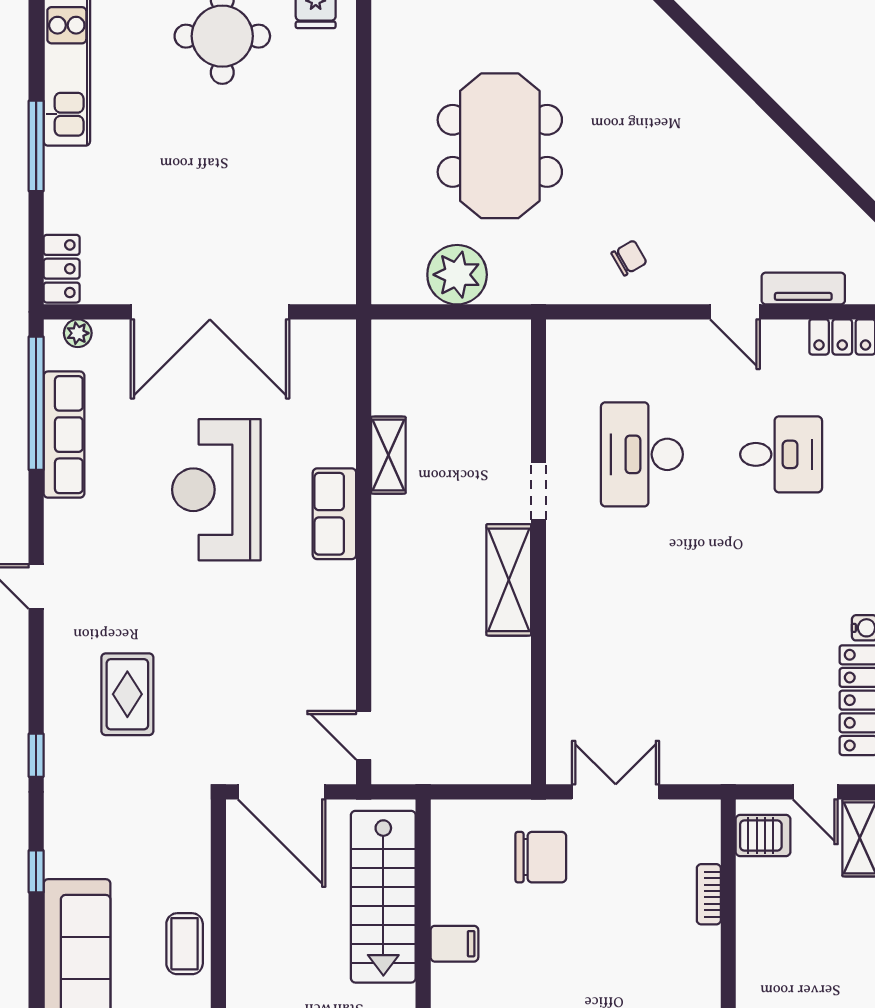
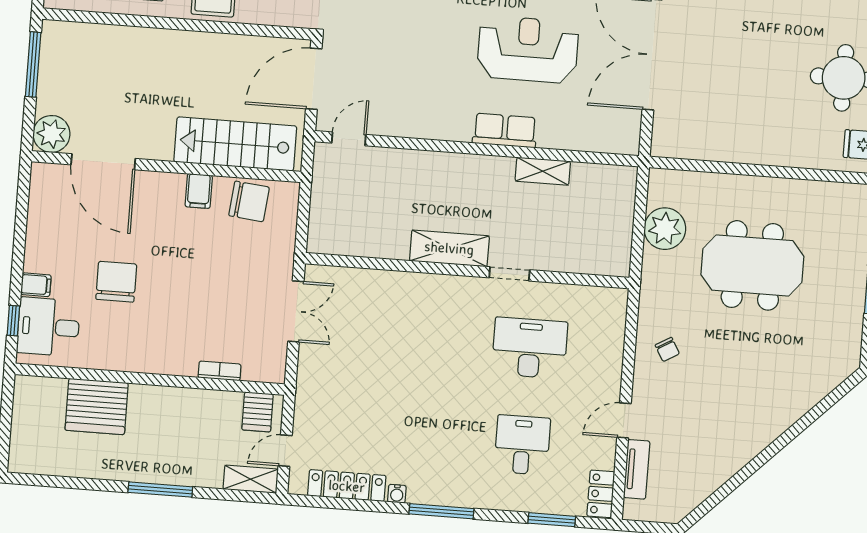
desk: (781, 454) -> (522, 445), turned 180
chair: (541, 857) -> (249, 201), moved, turned -84

